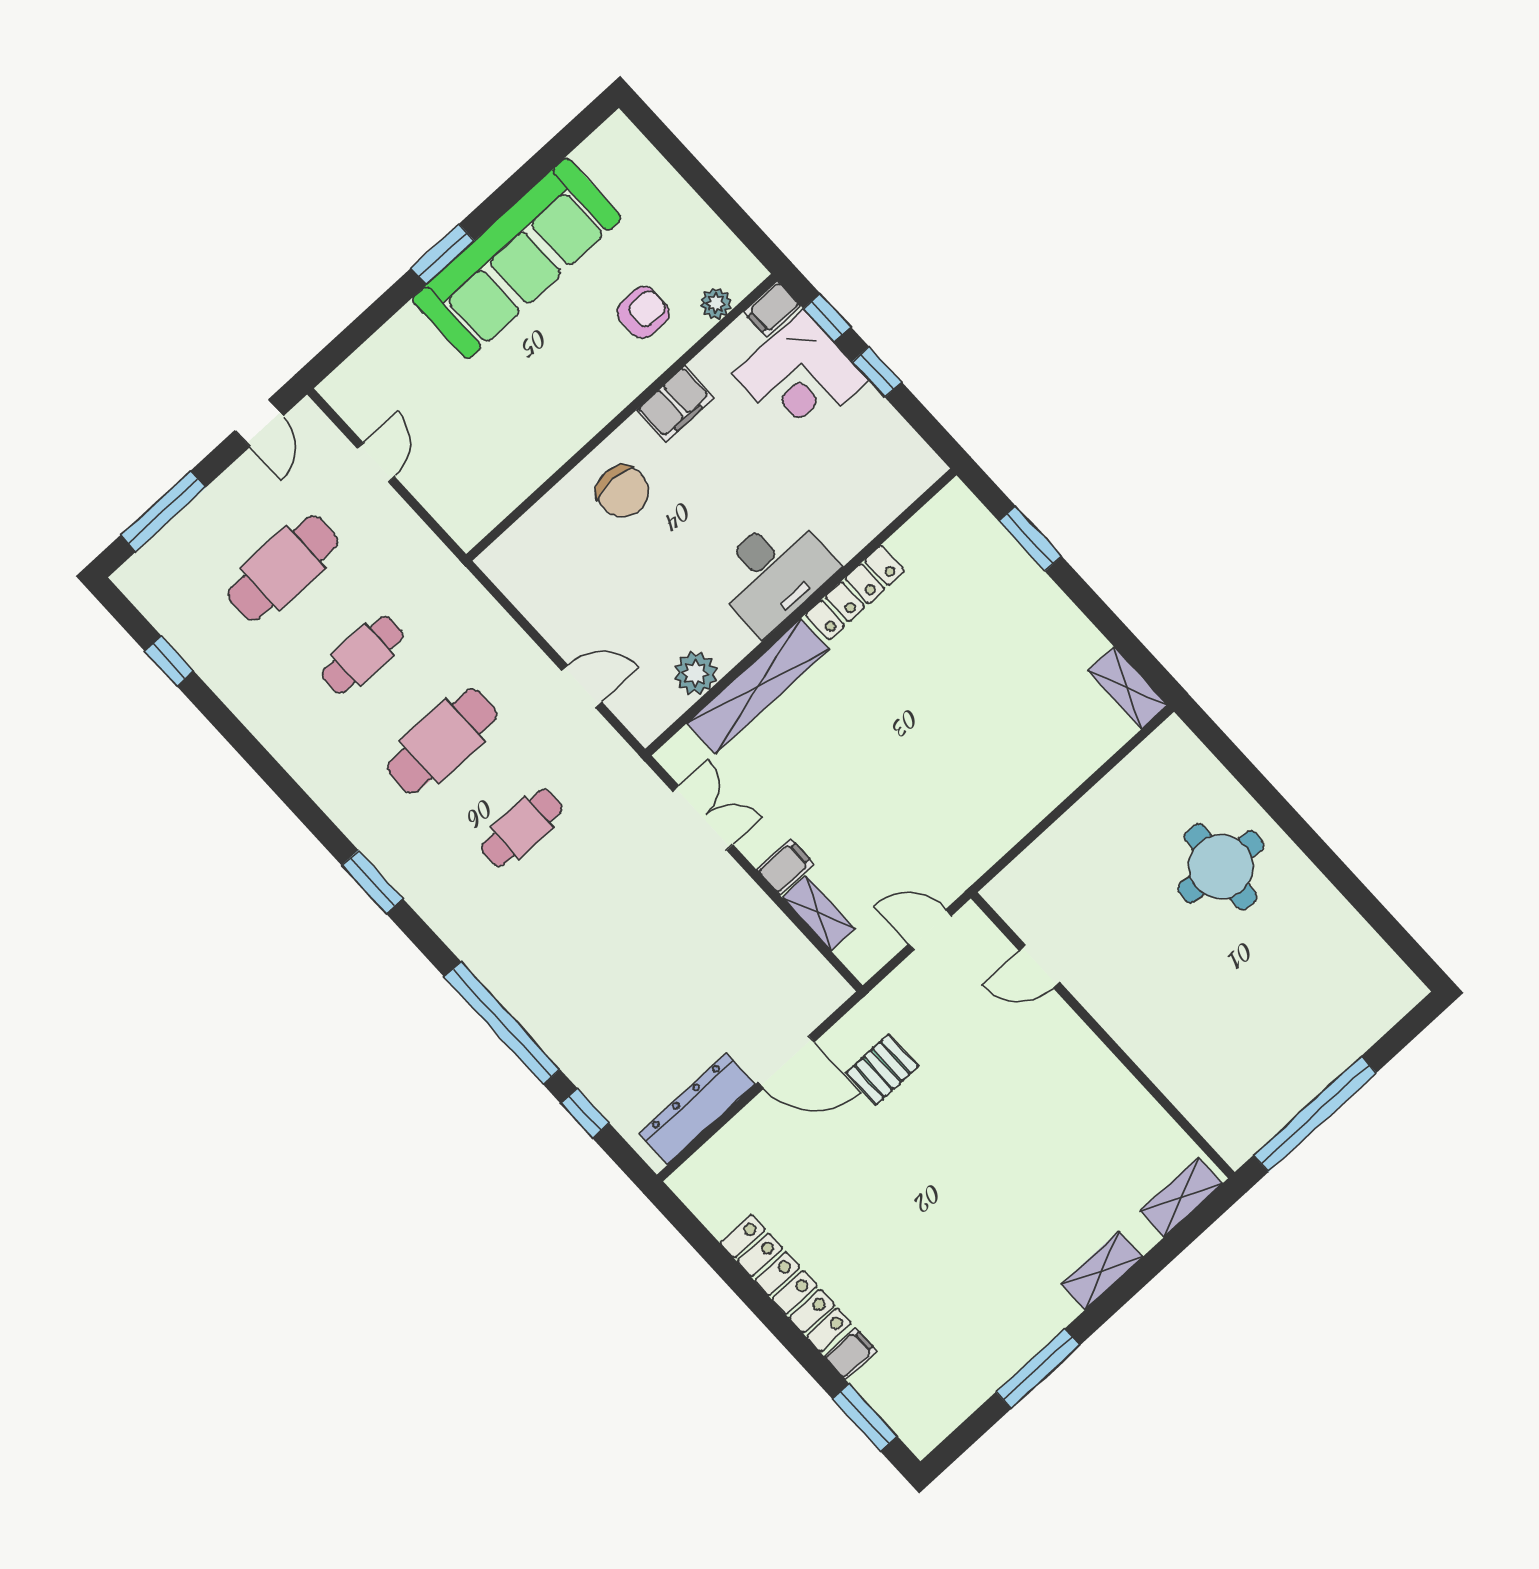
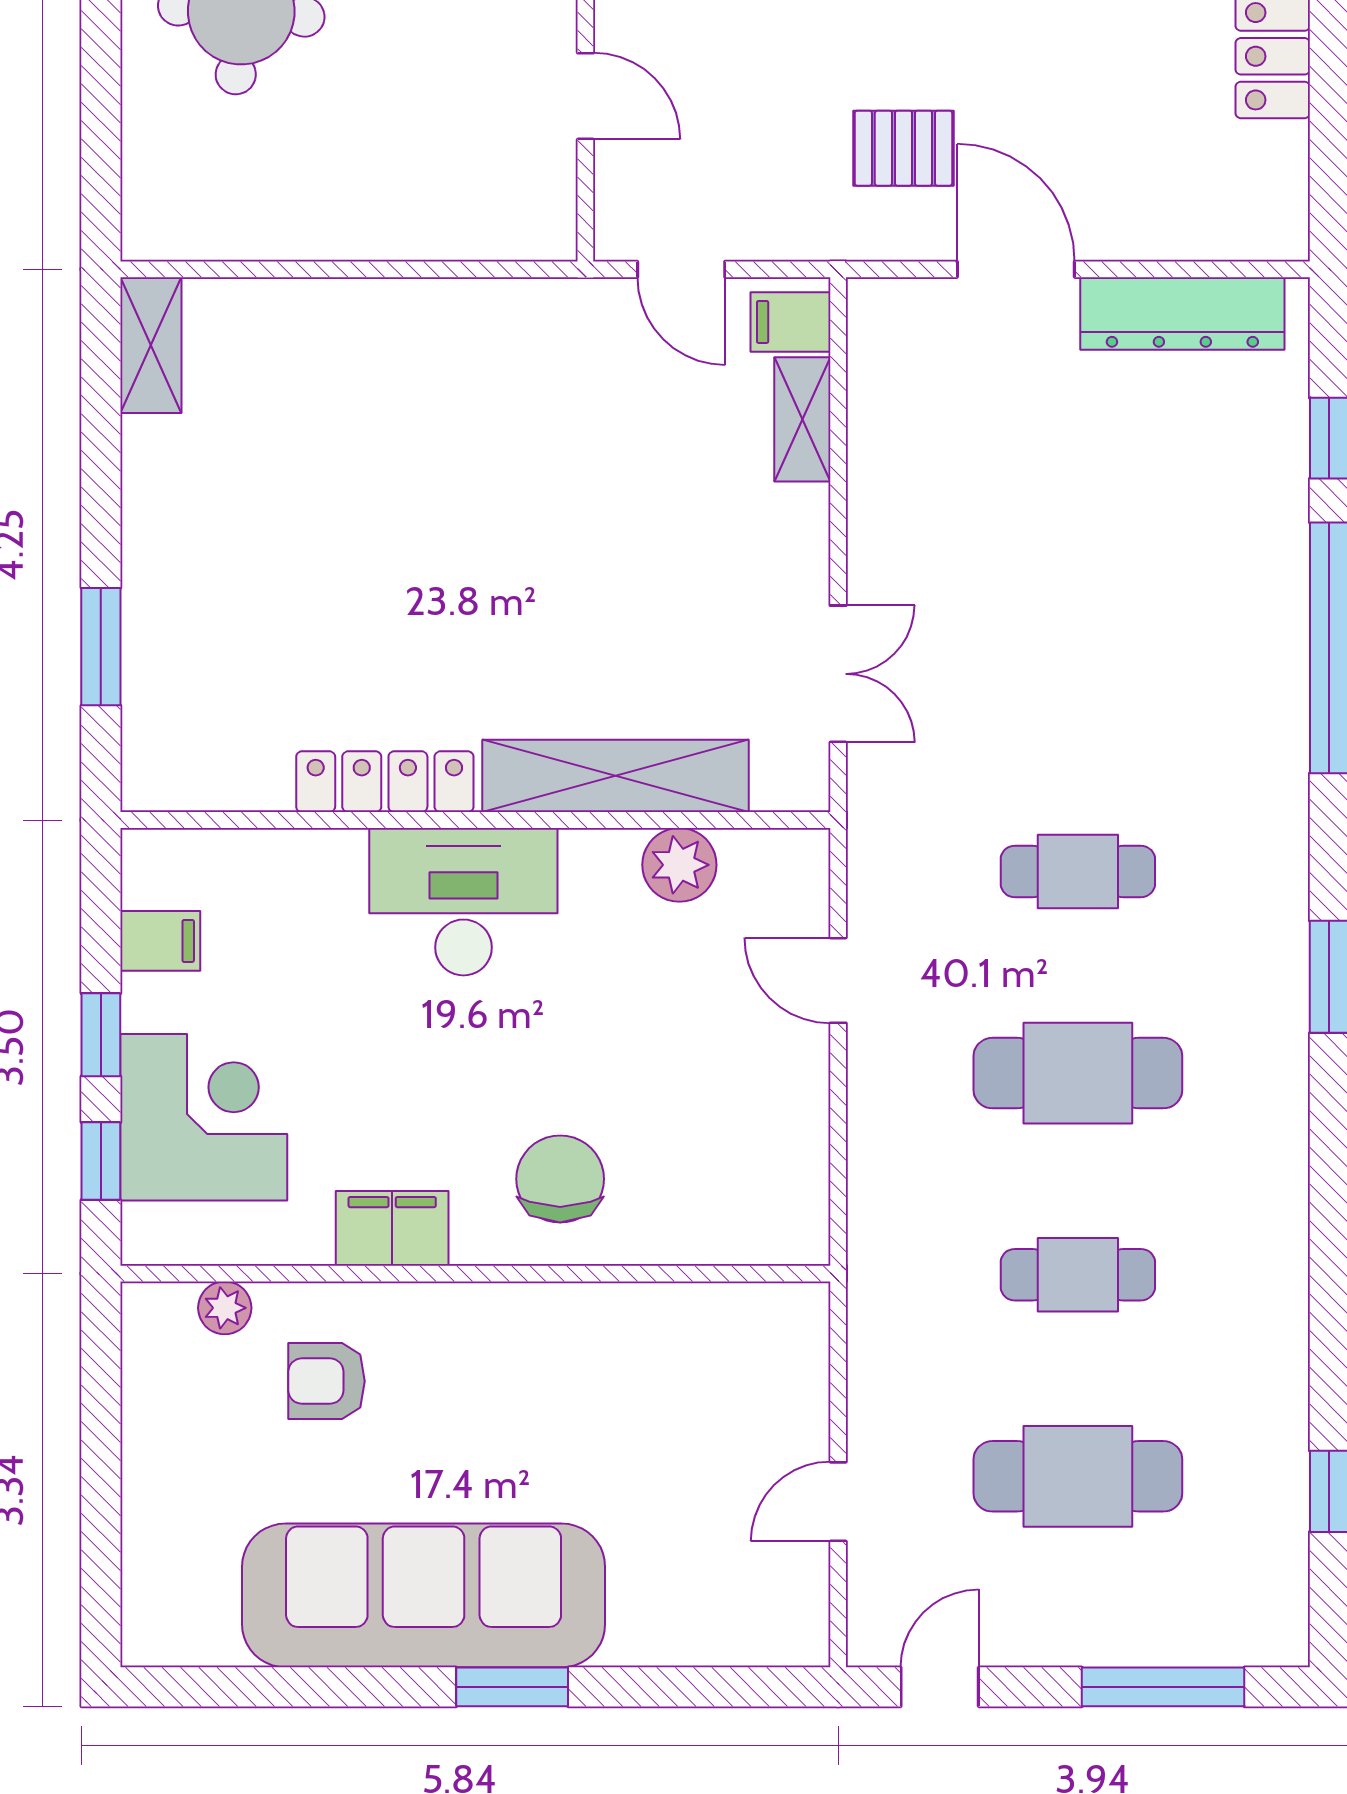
filing cabinet: (772, 309) -> (160, 941), moved
double door: (703, 818) -> (838, 674), swing flipped
filing cabinet: (785, 867) -> (791, 322), moved

